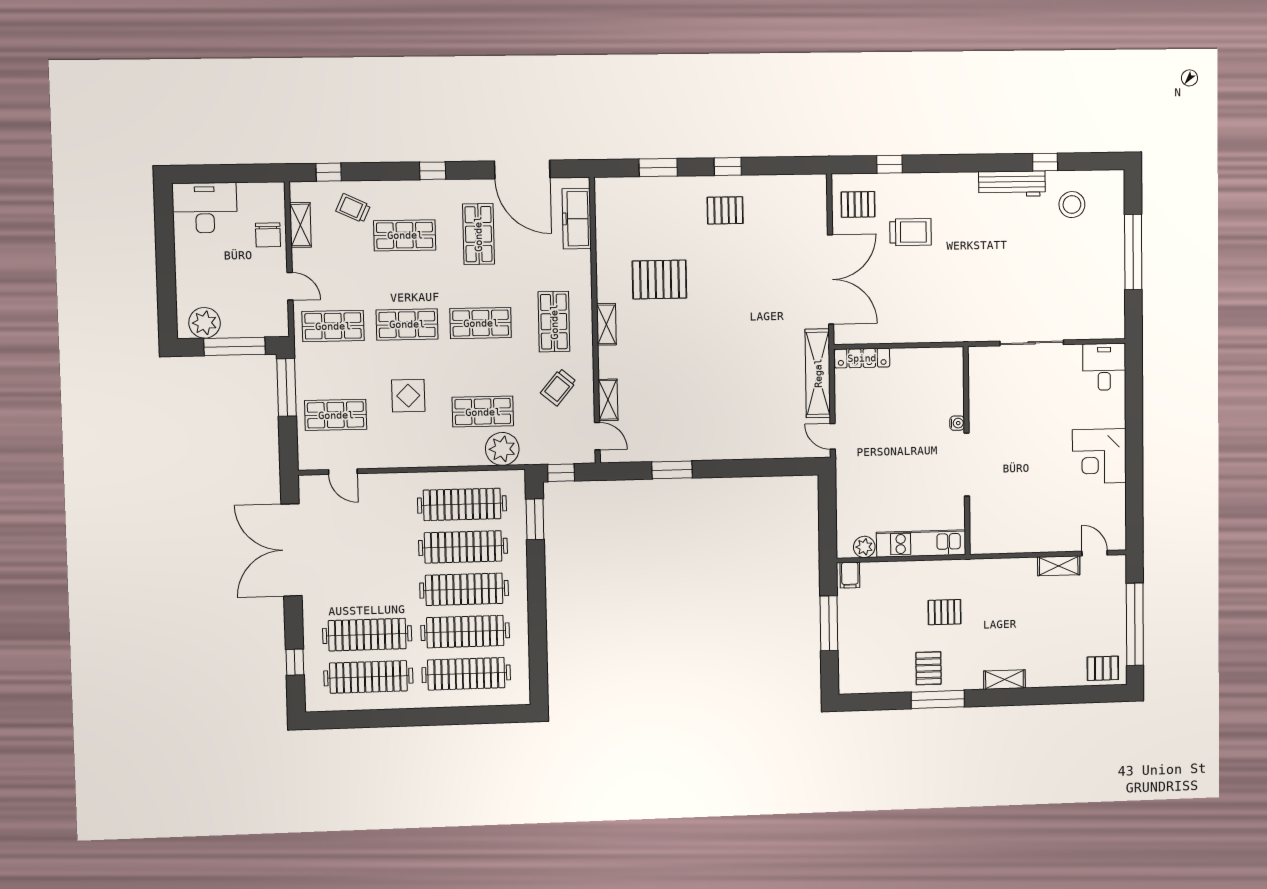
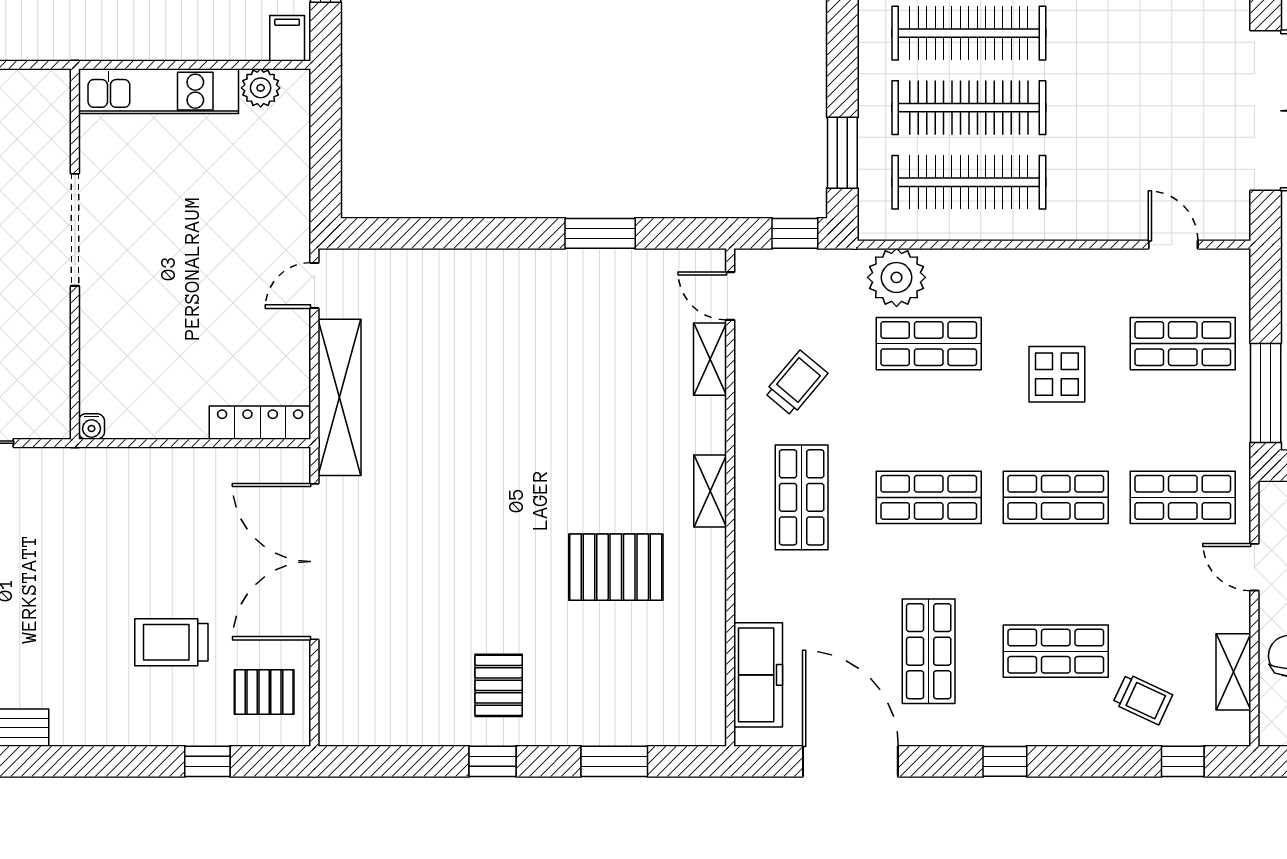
pallet: (725, 210) -> (499, 685), turned 90
water cooler: (957, 423) -> (92, 426), moved, turned -90
door: (833, 436) -> (314, 285), swing flipped

